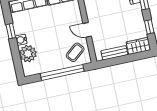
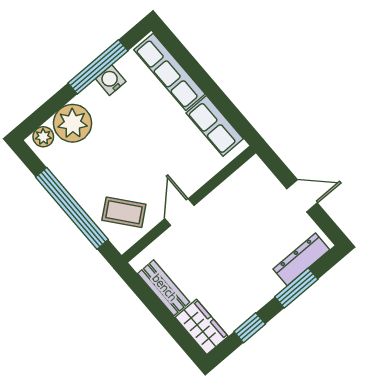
window: (11, 31) -> (98, 67), width x2.17
water cooler: (21, 40) -> (111, 80), moved
plant: (27, 68) -> (43, 137), added

